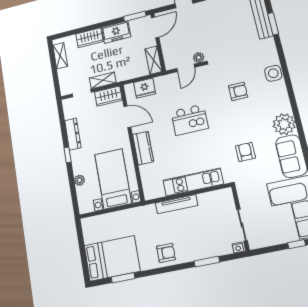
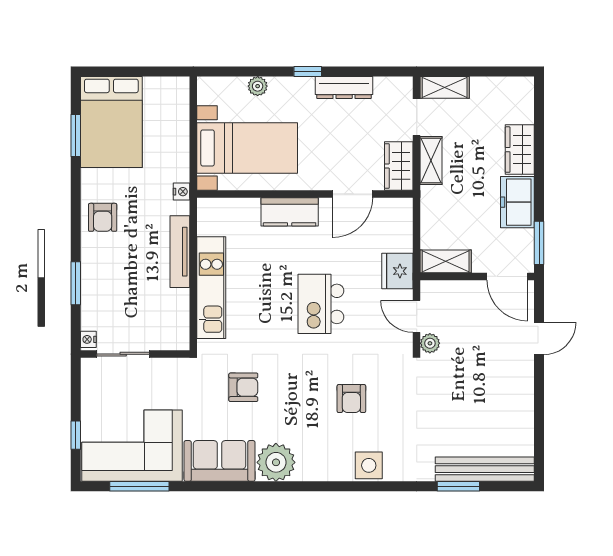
shelving: (60, 56) -> (445, 87), moved
fridge: (145, 88) -> (397, 271), moved
nightstand: (143, 210) -> (182, 192), added

